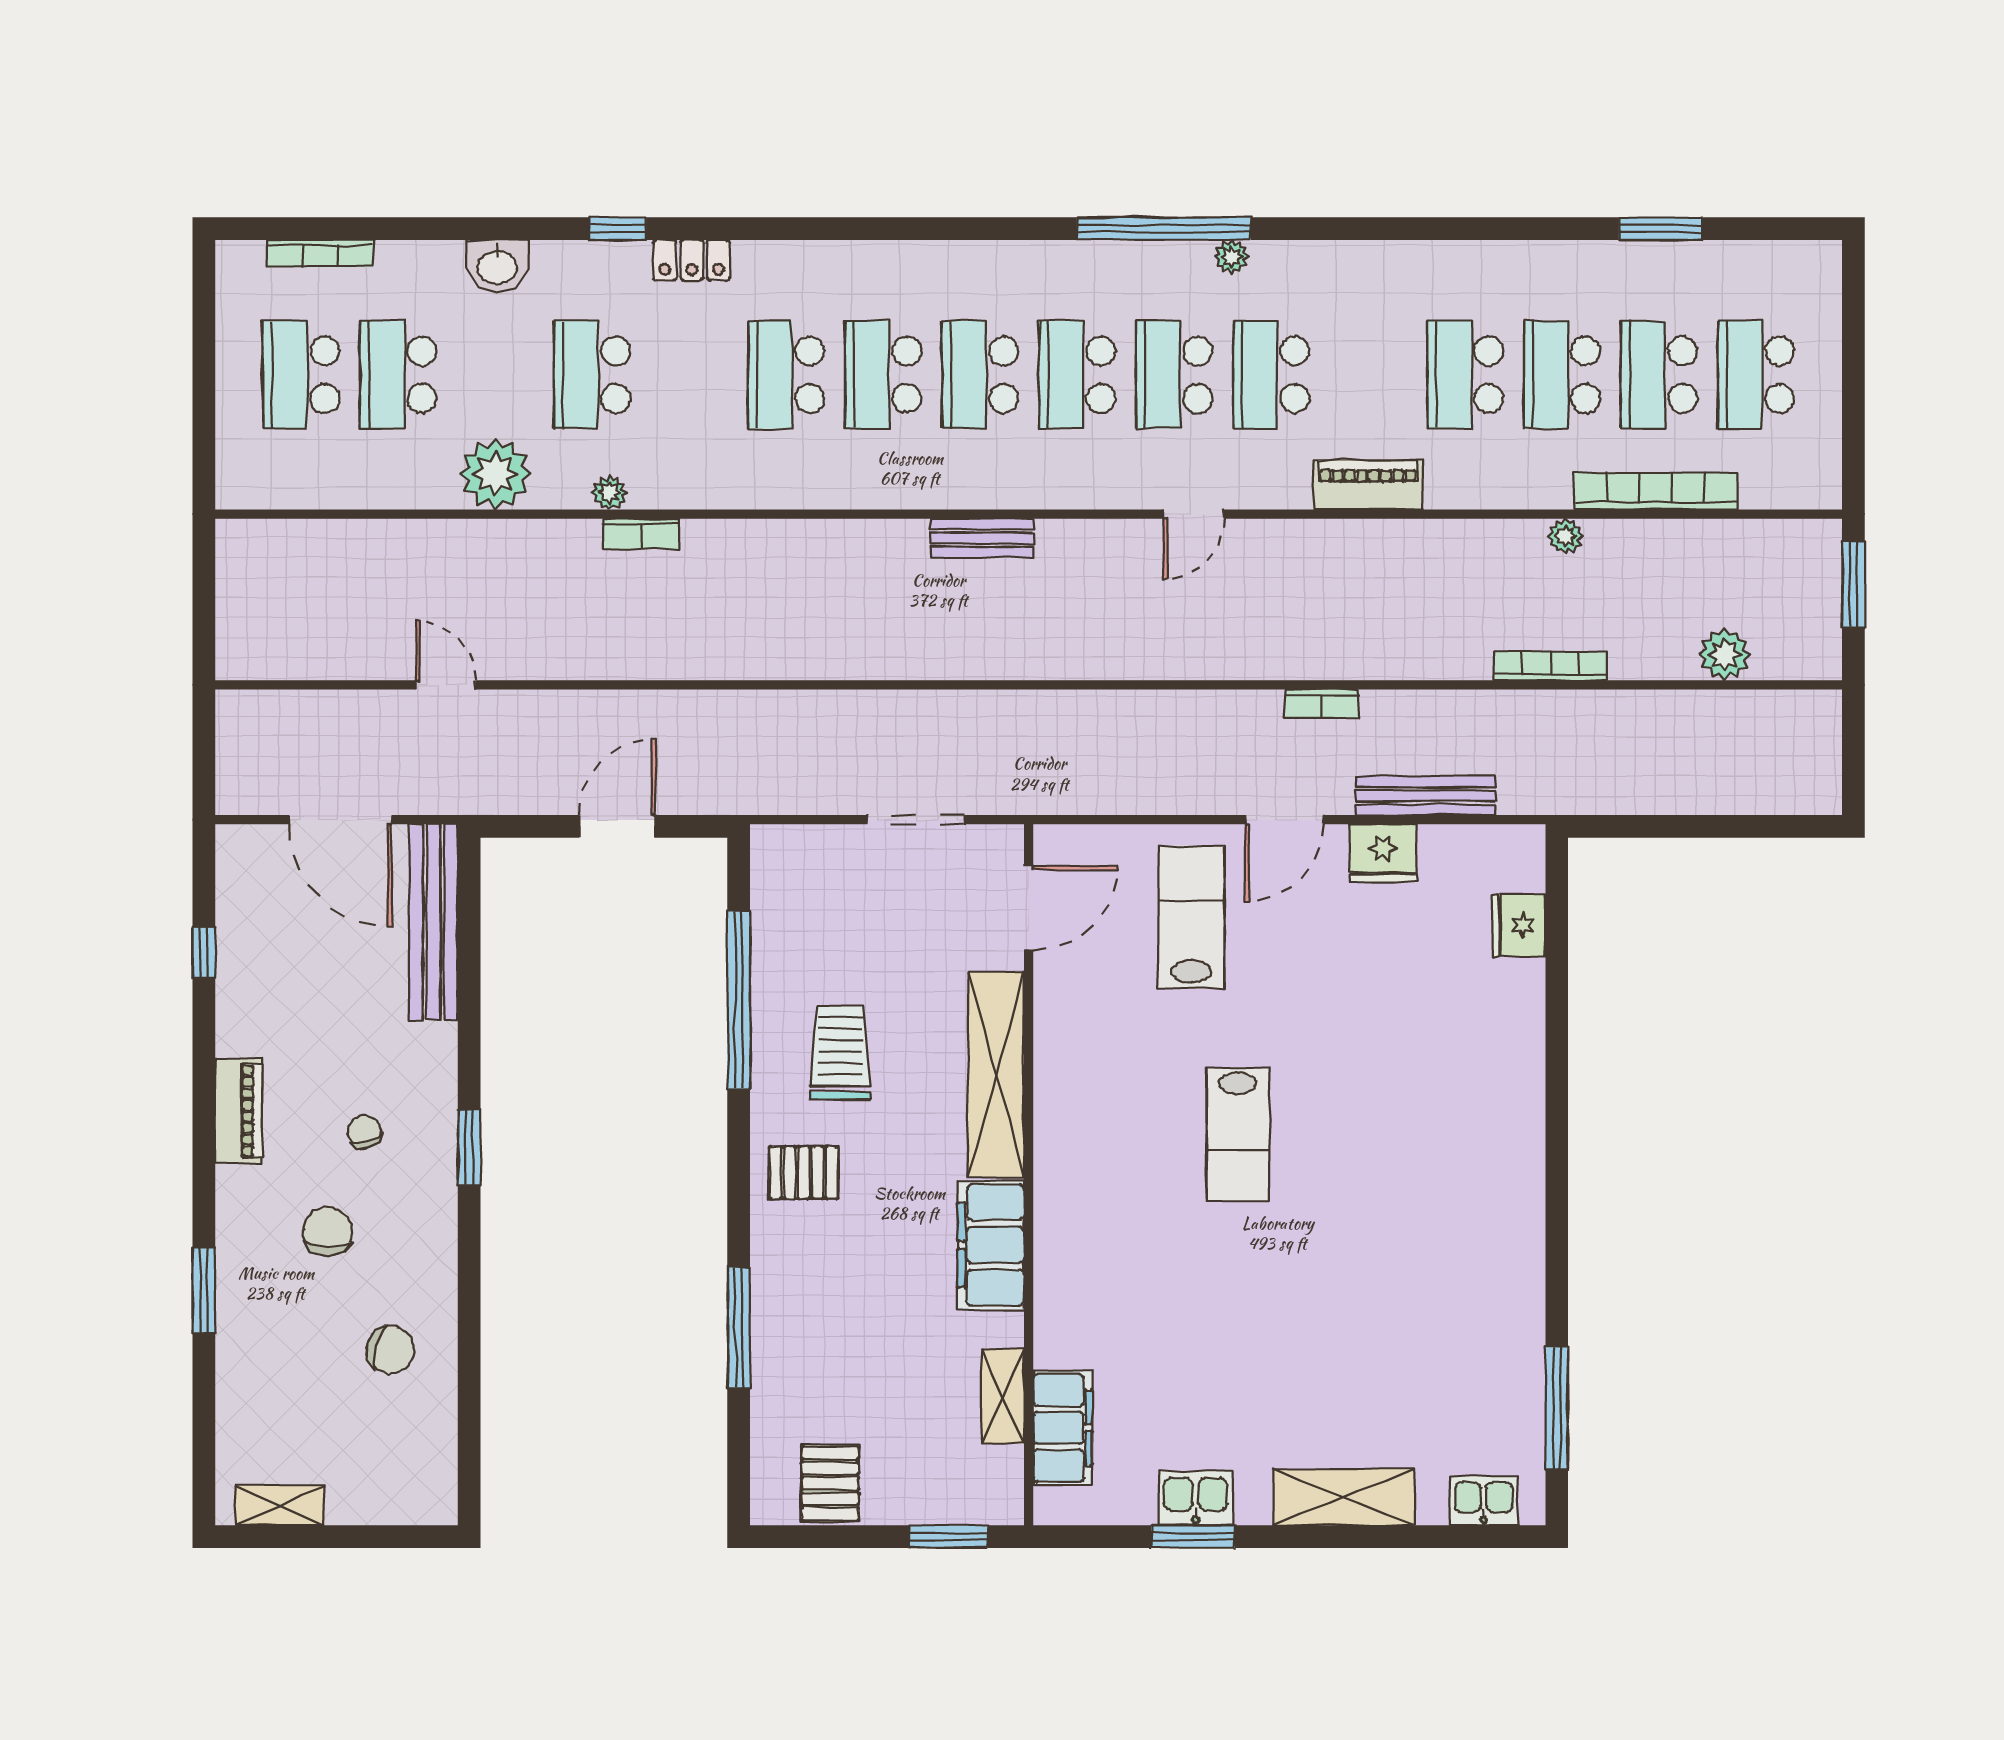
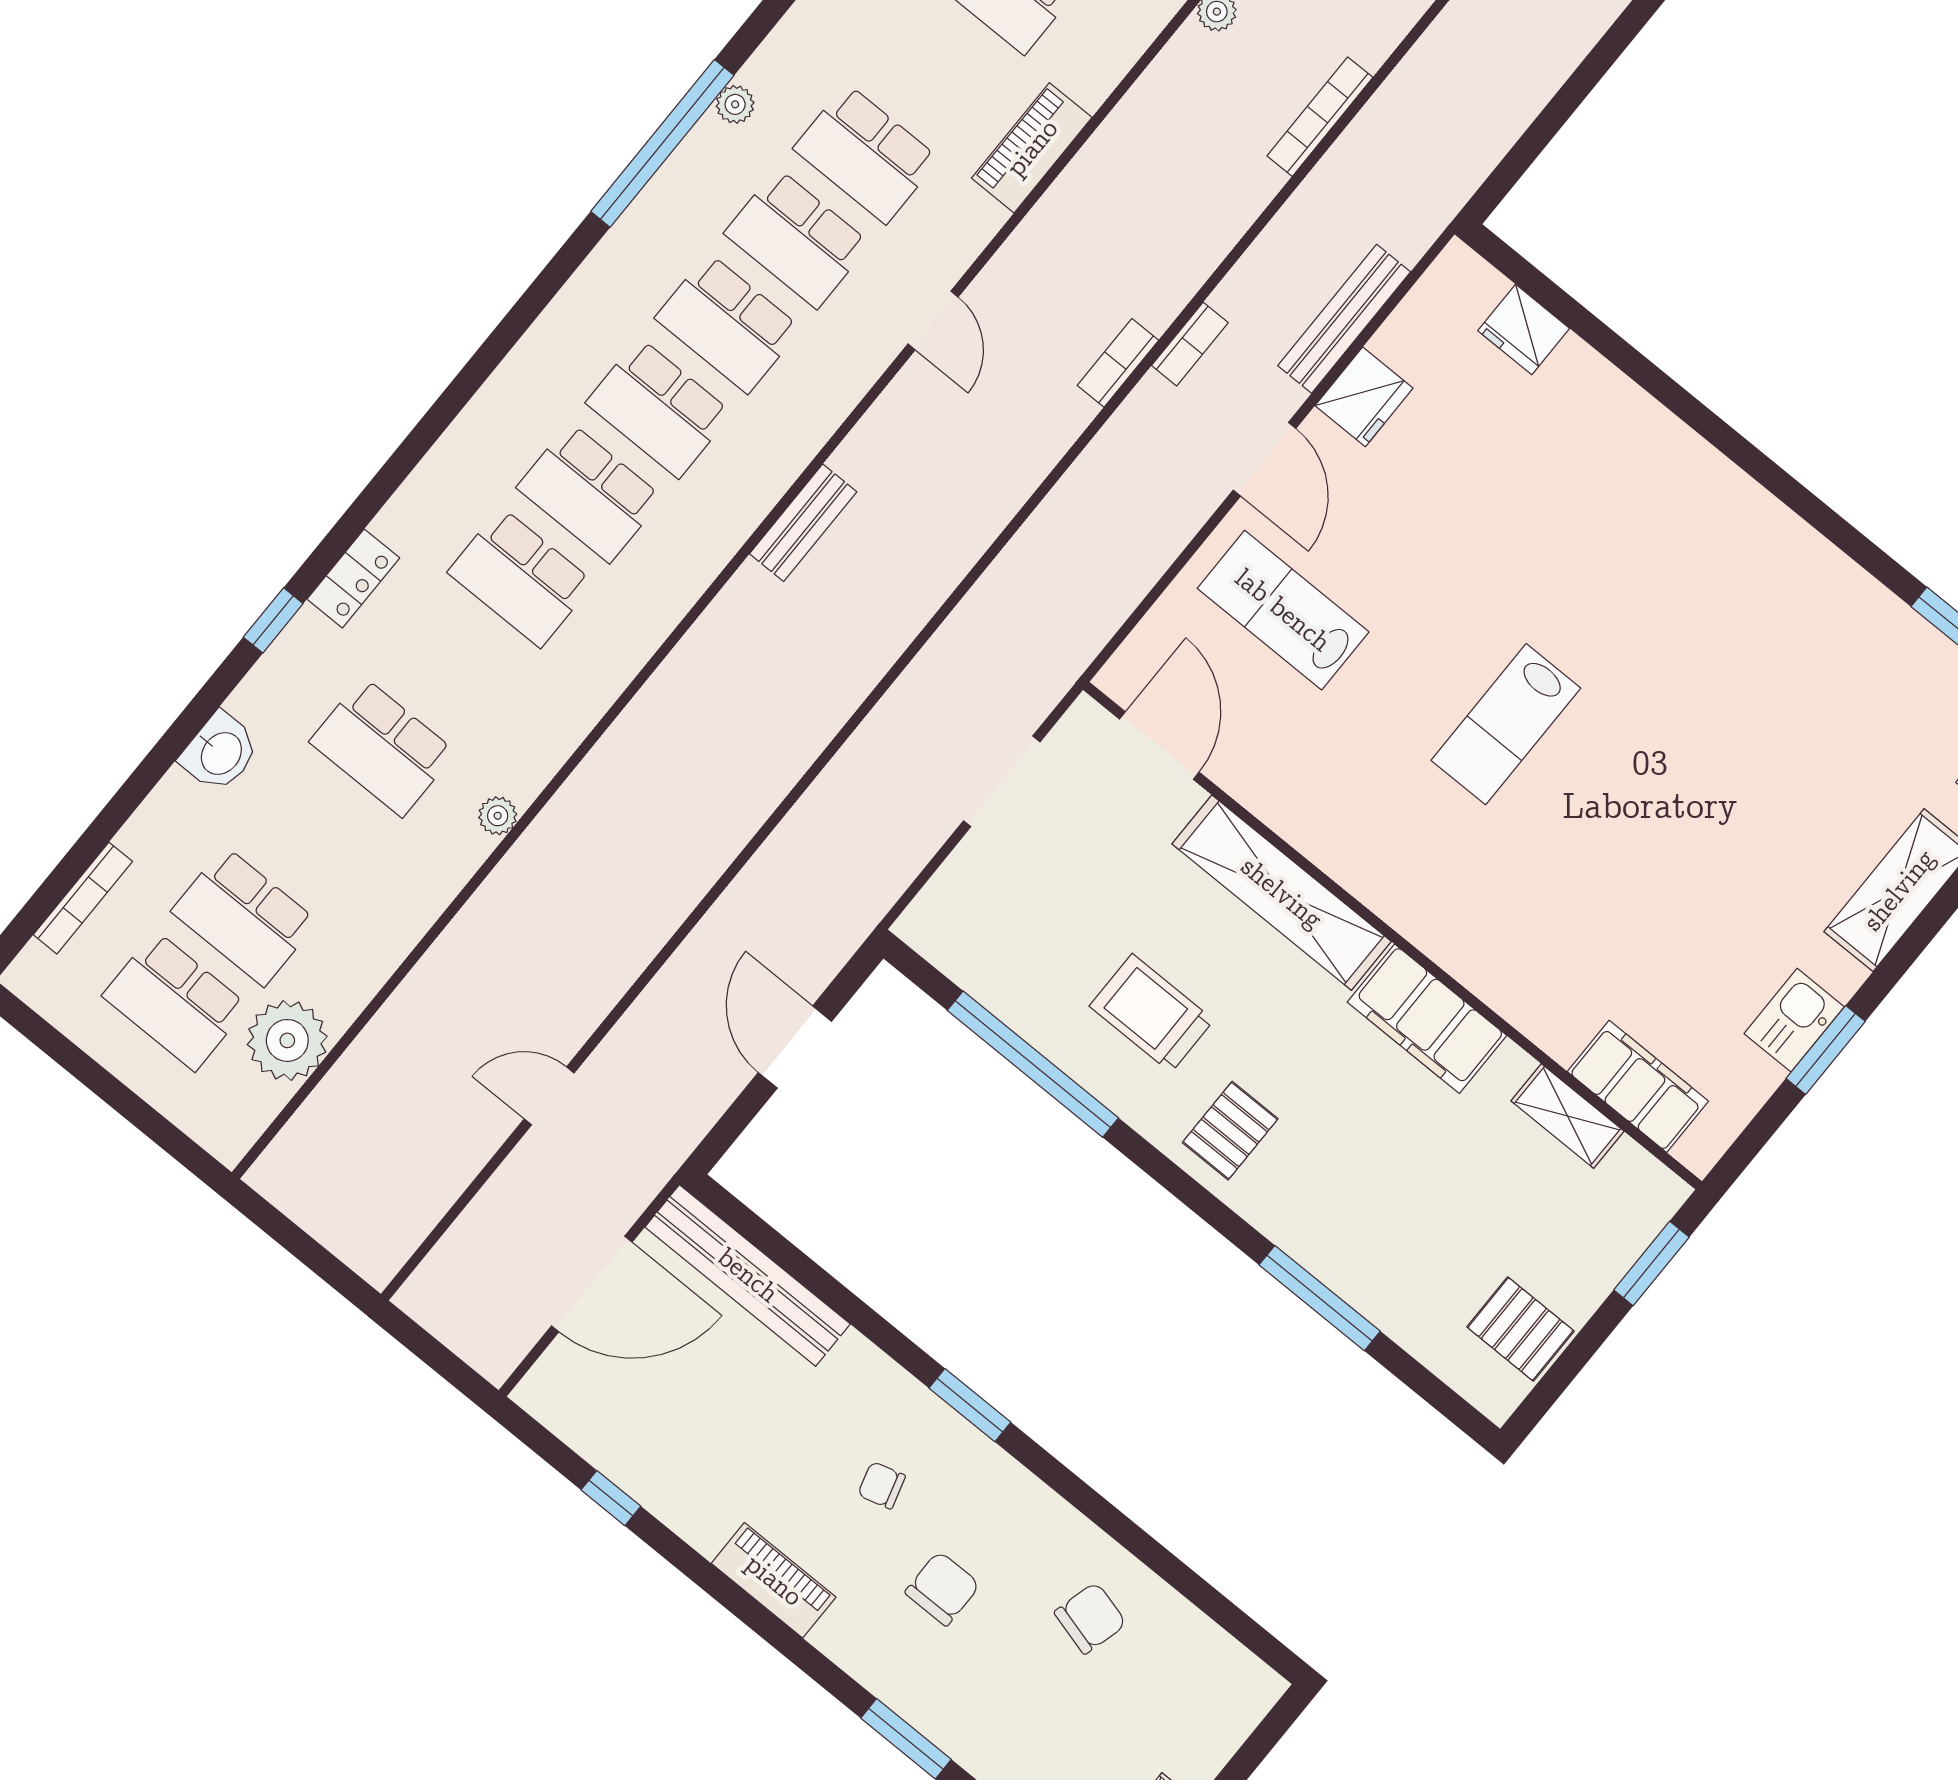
plant: (495, 474) -> (287, 1040), moved
bookcase: (641, 534) -> (1118, 363), moved, turned 180
lab bench: (1238, 1134) -> (1506, 724), turned 90
chair: (328, 1231) -> (943, 1589), turned 90

